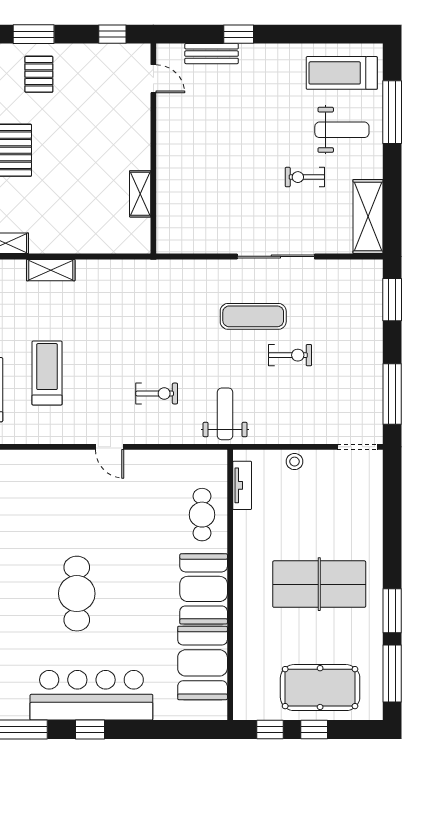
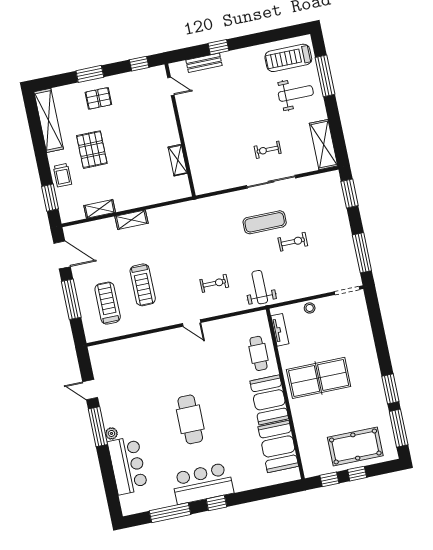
pallet: (39, 74) -> (98, 98), turned 90
exercise bike: (305, 177) -> (268, 150), moved
treadmill: (47, 373) -> (143, 285), turned 180
table tennis table: (319, 584) -> (319, 378), moved
bar counter: (91, 695) -> (203, 483), width x0.73

